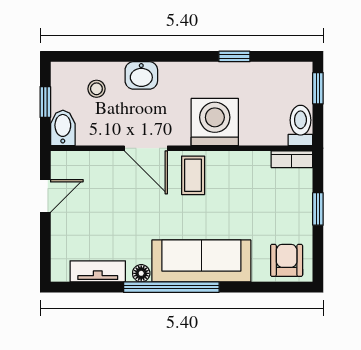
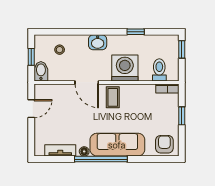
washbasin: (141, 75) -> (98, 42), moved
toilet: (300, 125) -> (159, 70), moved

